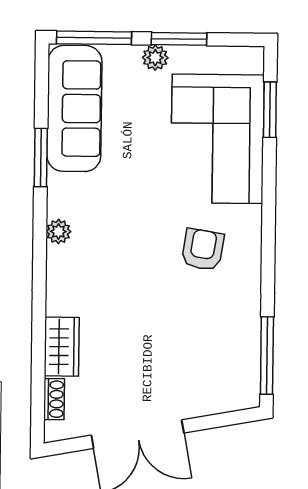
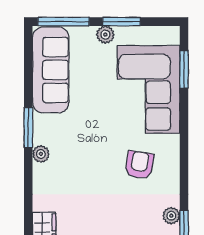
window: (41, 157) -> (28, 127), moved
plant: (249, 324) -> (171, 216), added

